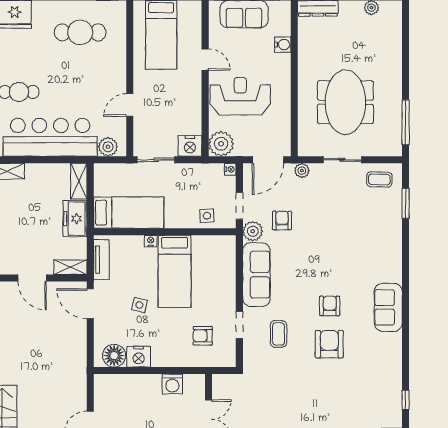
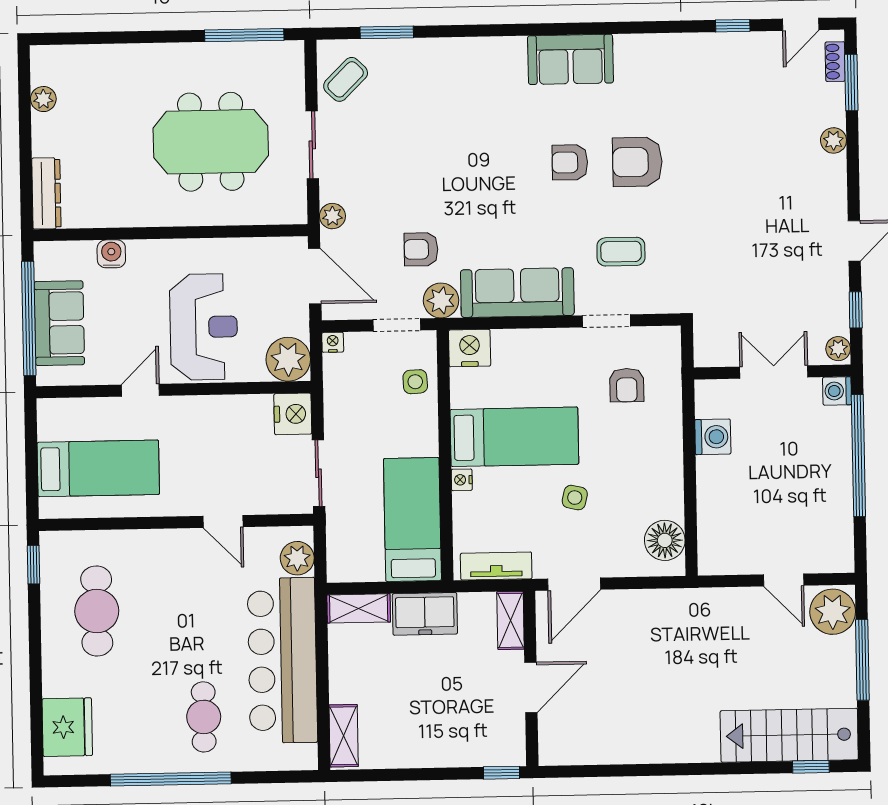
reception desk: (240, 96) -> (204, 327), turned 180
coffee table: (379, 179) -> (346, 79), turned 43
nightstand: (139, 357) -> (470, 348), moved, turned -90

